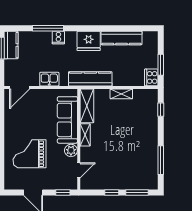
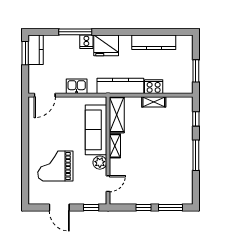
fridge: (89, 41) -> (106, 45), moved
cooker: (151, 77) -> (154, 87), moved, turned 90
window: (161, 160) -> (196, 155), moved

